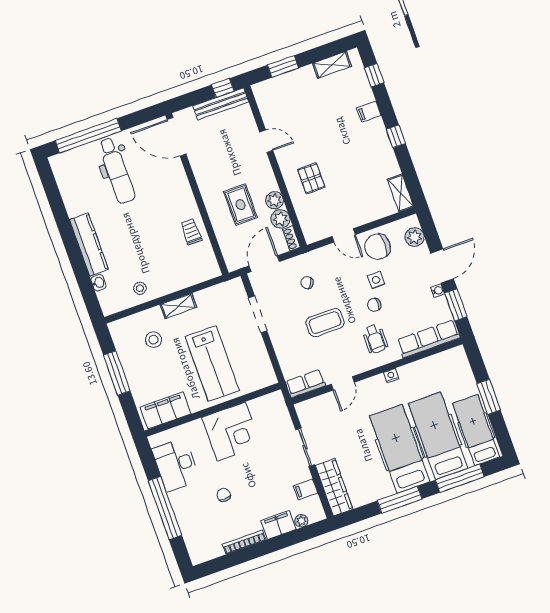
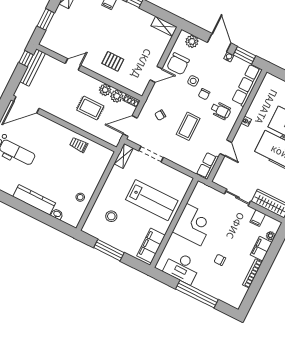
door: (264, 264) -> (130, 126), hinge flipped
shelving: (178, 306) -> (124, 156), moved

